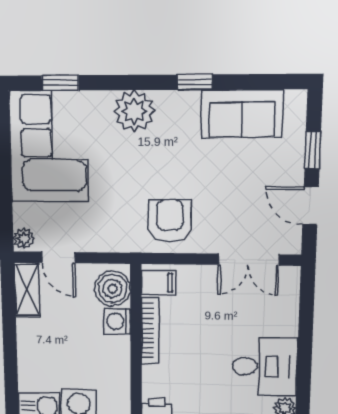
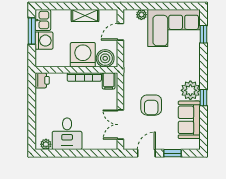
plant: (134, 111) -> (190, 90), moved
armchair: (170, 221) -> (151, 105), moved, turned 90
plant: (24, 238) -> (141, 15), moved
shelving: (27, 290) -> (85, 16), moved
washing machine: (117, 321) -> (83, 55), width x1.89, depth x1.89

